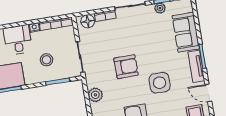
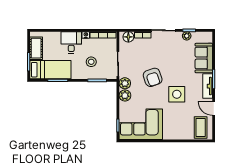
armchair: (126, 67) -> (153, 77), turned 72
plant: (93, 80) -> (125, 83), added

